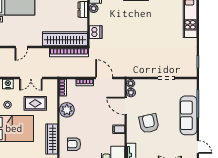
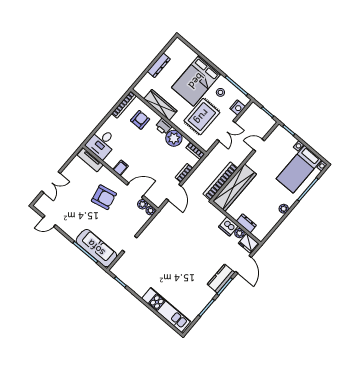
dishwasher: (96, 32) -> (228, 226), moved
door: (21, 47) -> (259, 145), hinge flipped
double door: (31, 78) -> (226, 131), swing flipped
door: (104, 78) -> (174, 192), hinge flipped
rug: (35, 103) -> (202, 117), width x1.36, depth x1.43
sofa: (189, 115) -> (96, 248), moved
printer: (65, 124) -> (163, 127), added

